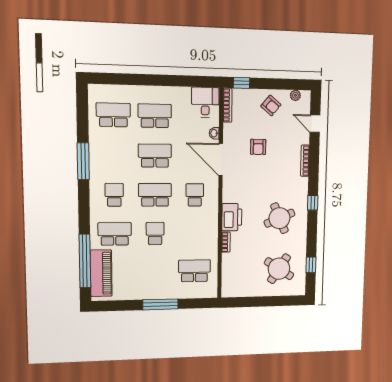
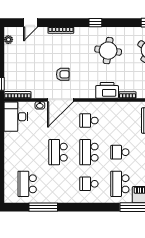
desk: (205, 102) -> (16, 117), width x1.37
armchair: (271, 105) -> (17, 60), removed
school desk: (155, 116) -> (27, 152), removed
armchair: (258, 147) -> (63, 74), moved
window: (83, 161) -> (43, 207), moved
round table: (279, 218) -> (108, 51), turned 31

